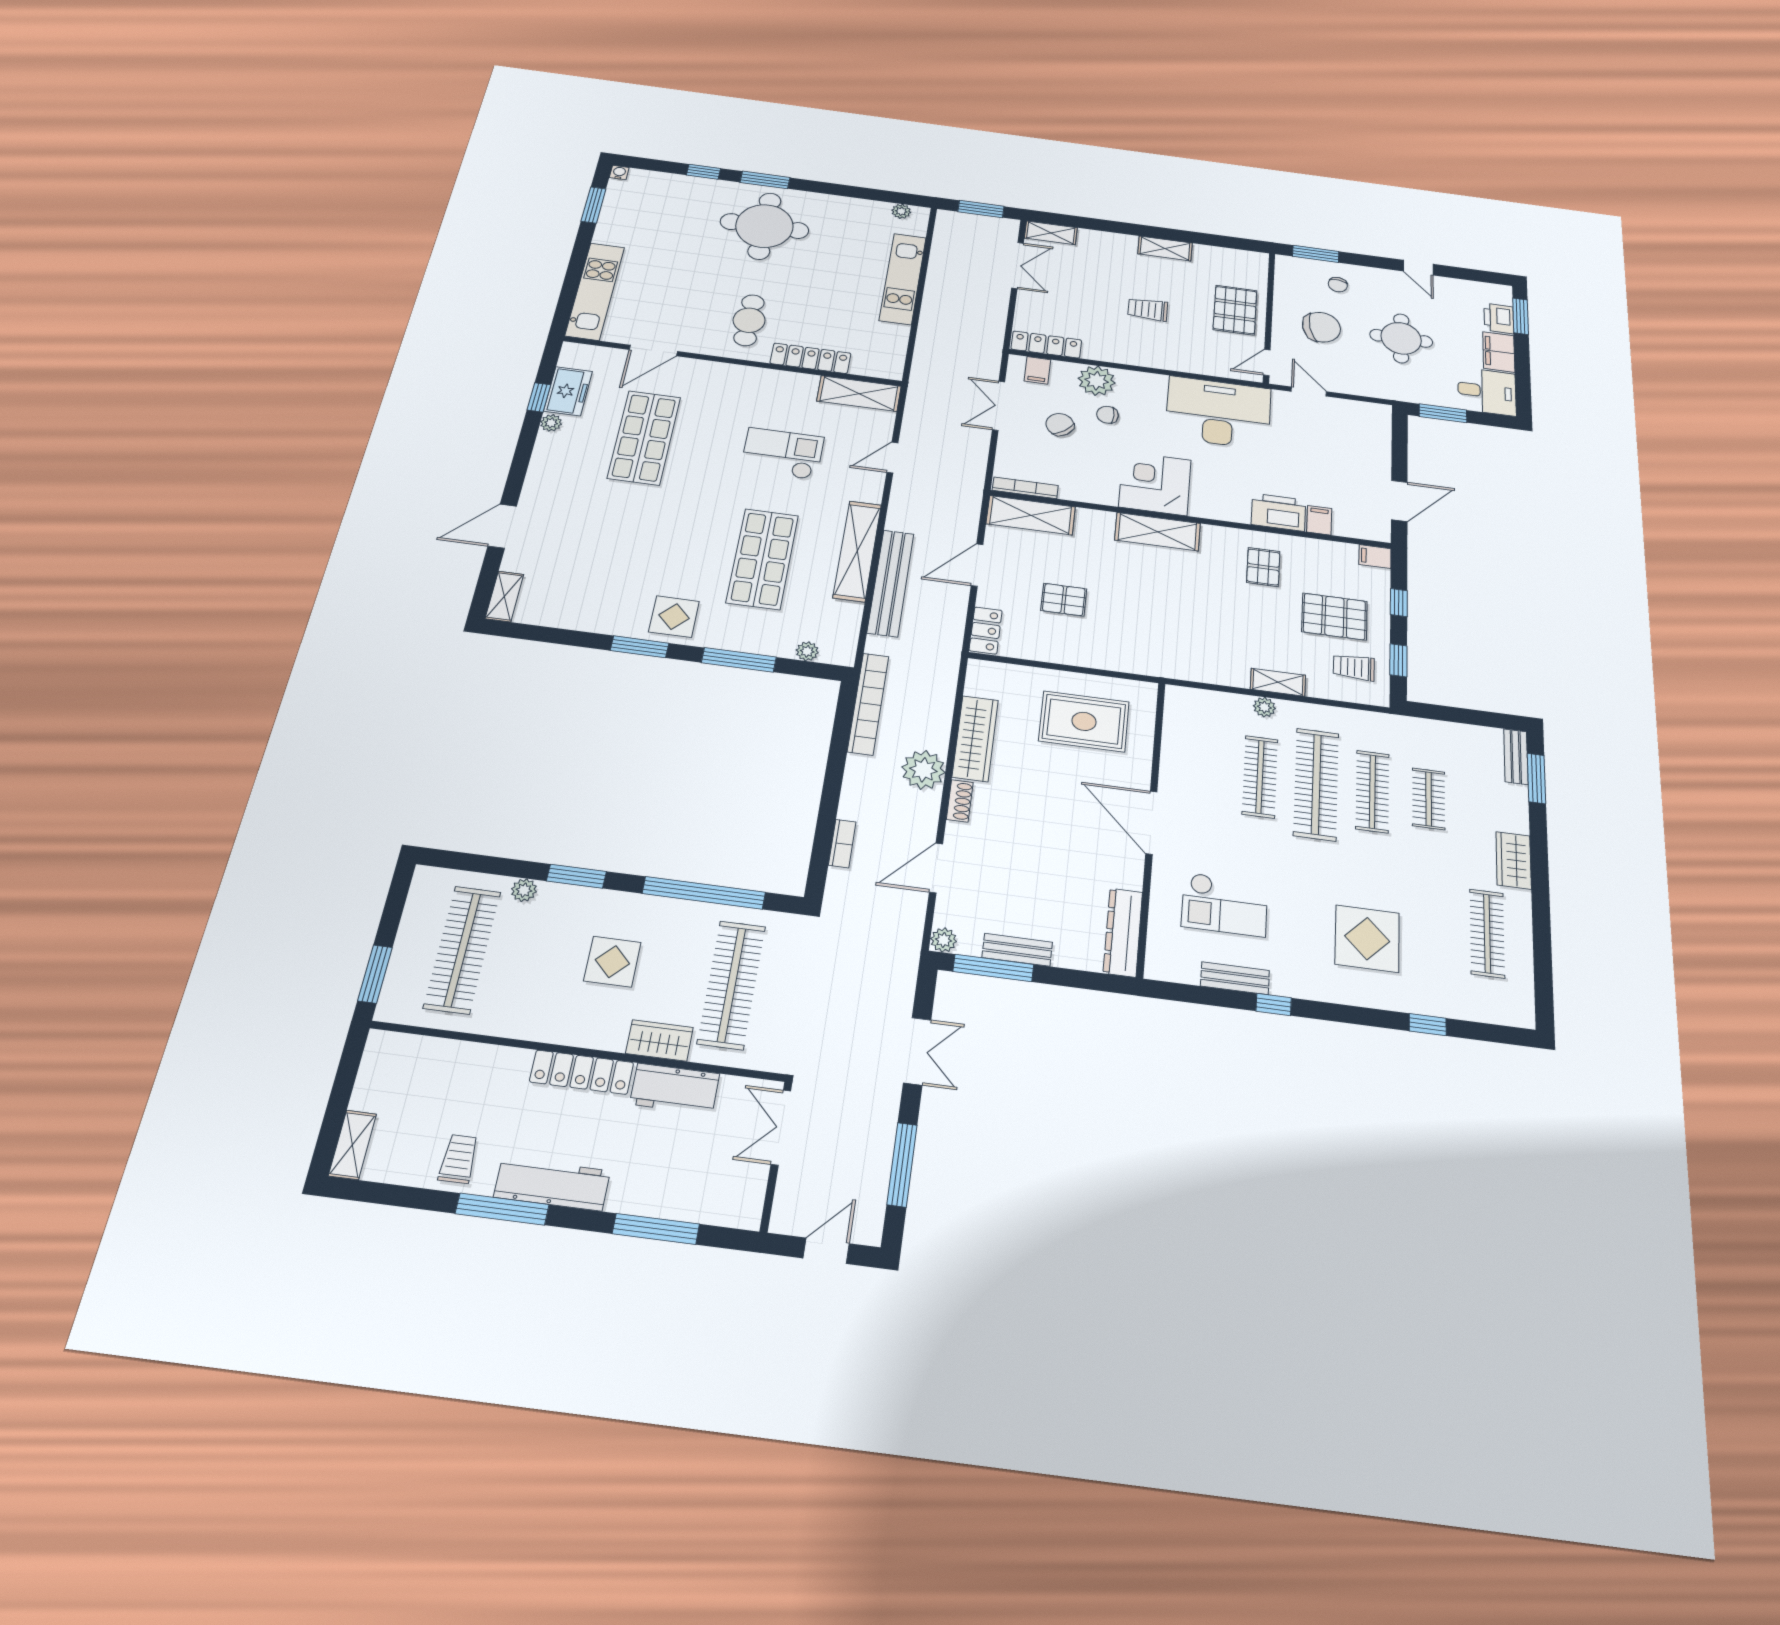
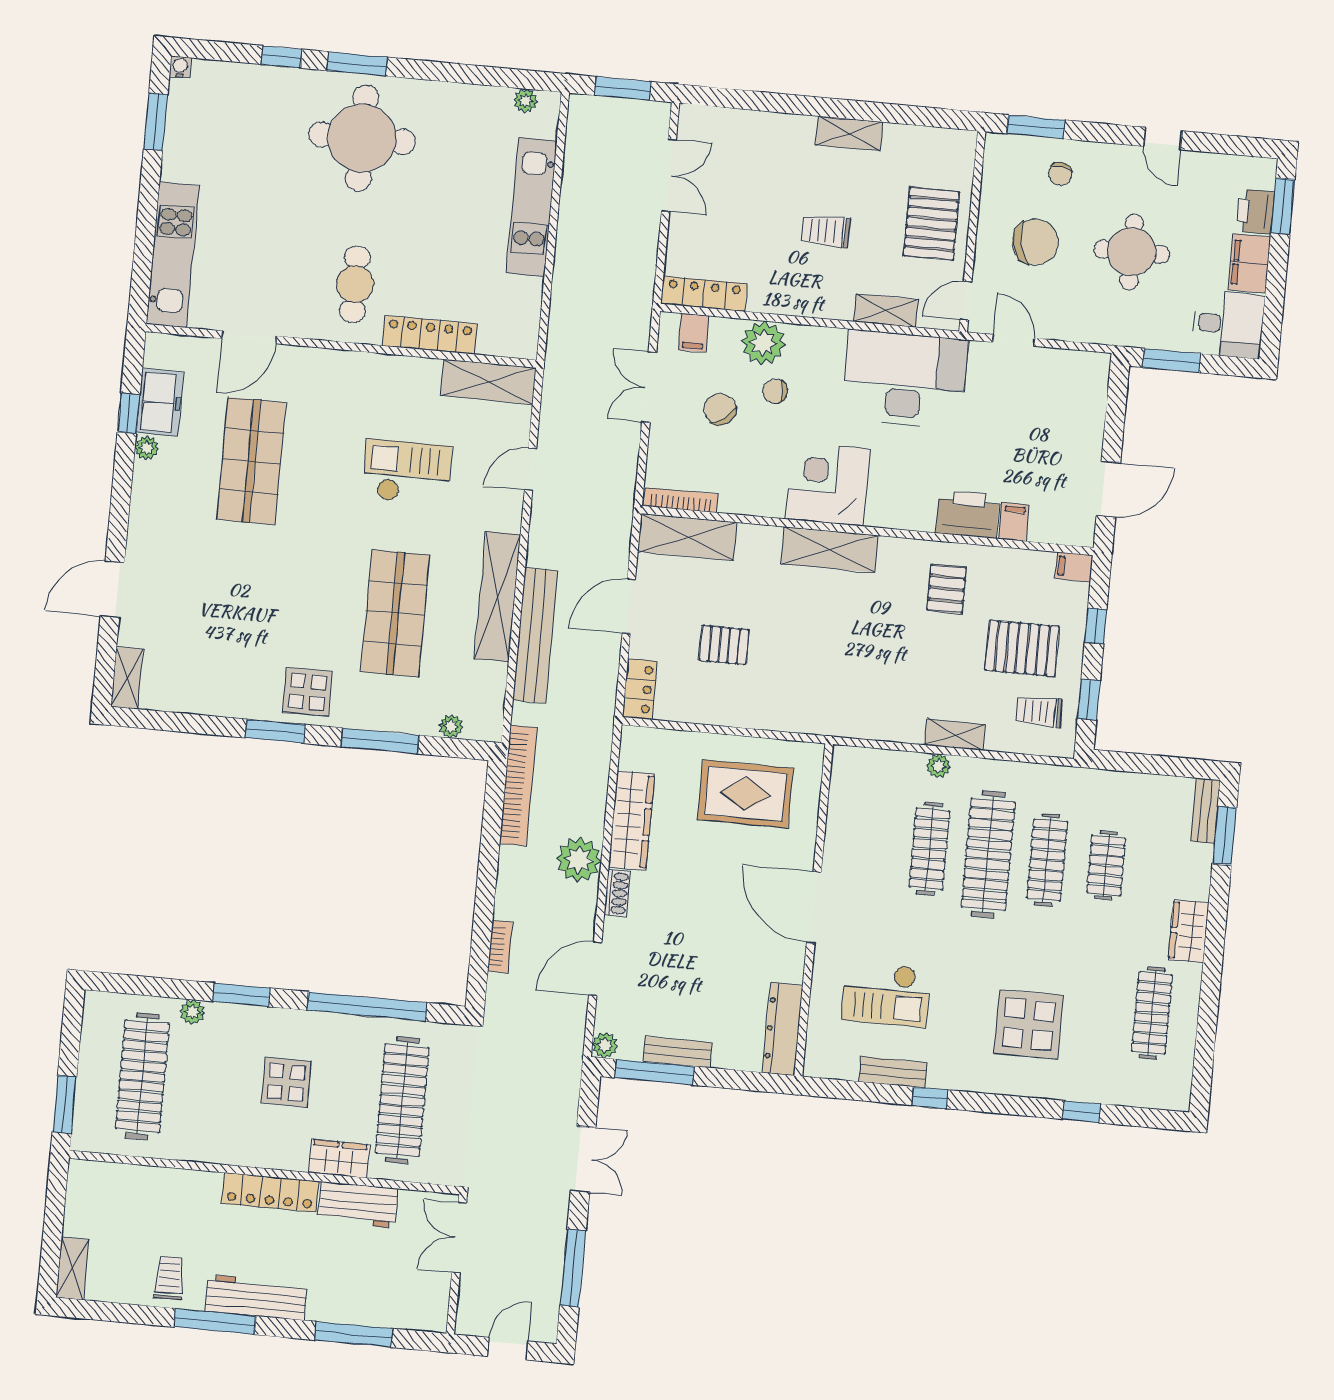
shelving: (1051, 233) -> (886, 311), moved

